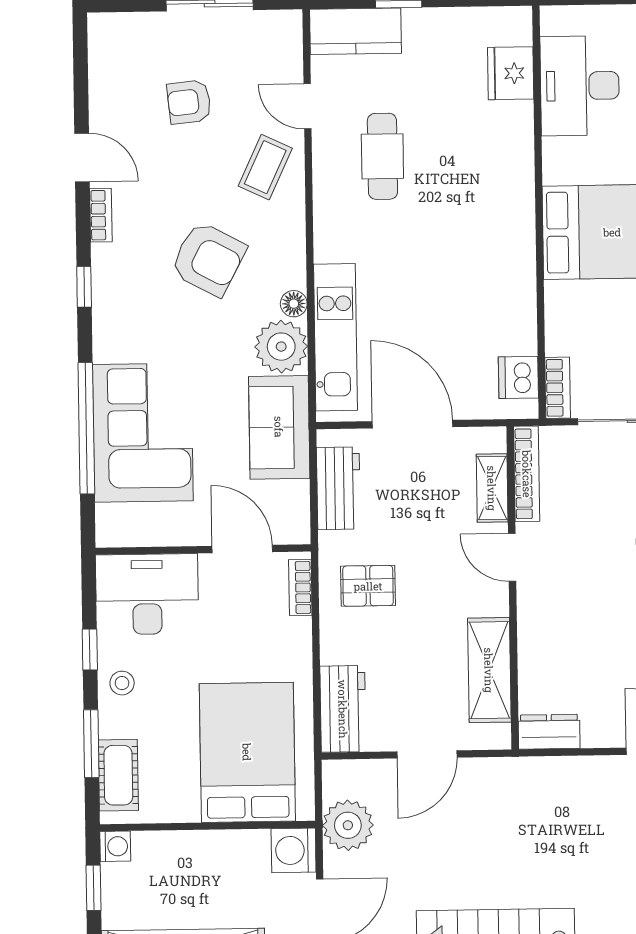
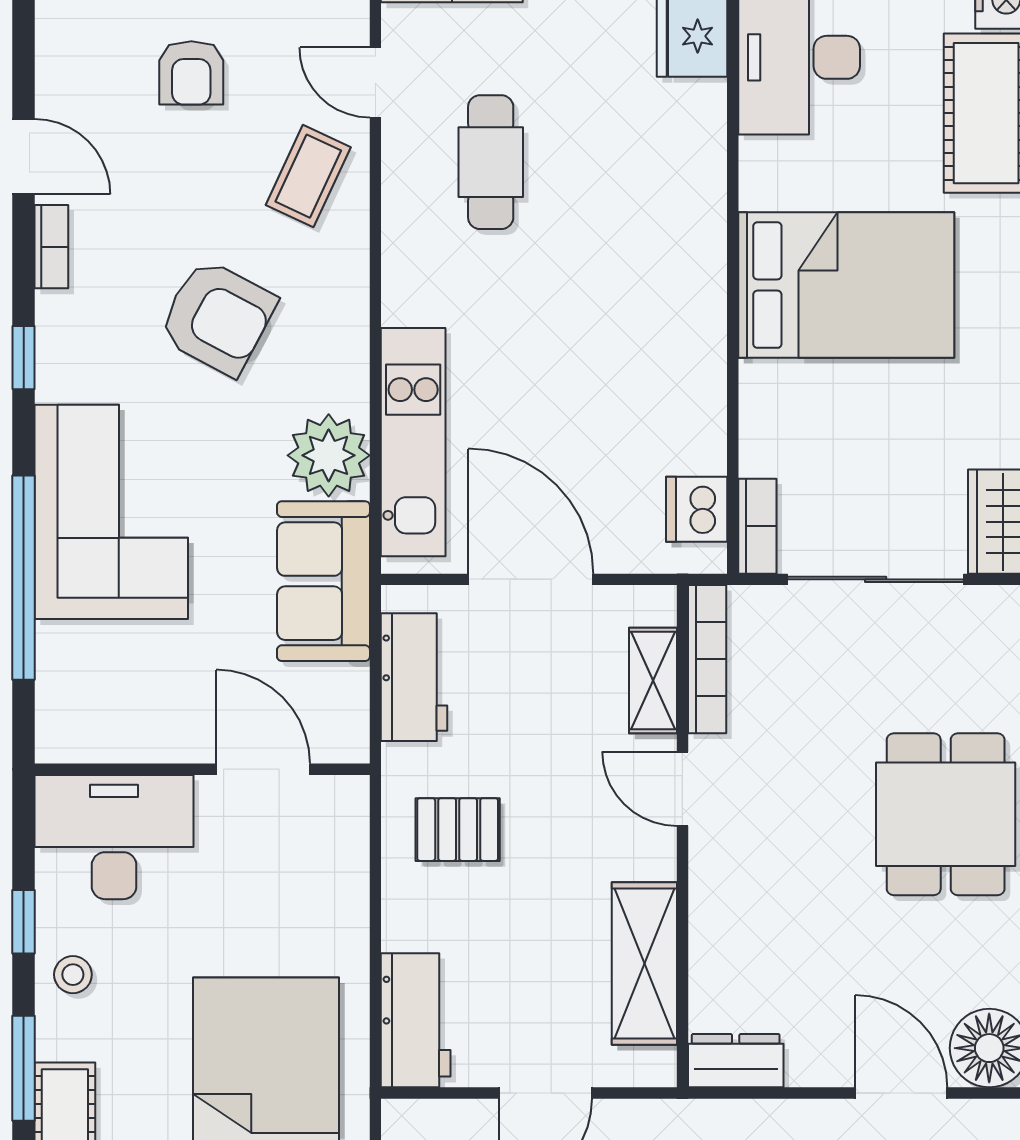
armchair: (189, 102) -> (191, 73), turned -84
floor lamp: (294, 304) -> (349, 389), removed
corner sofa: (143, 433) -> (111, 512), moved
bookcase: (300, 588) -> (352, 831), removed

